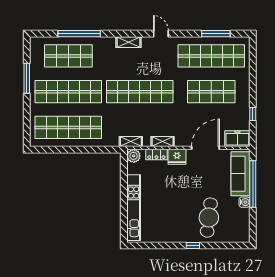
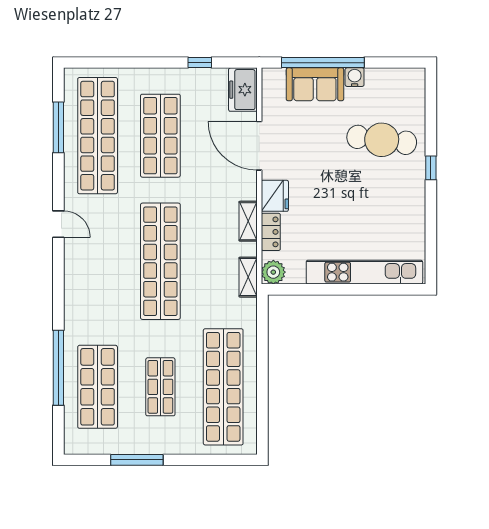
door: (161, 34) -> (58, 224), swing flipped
shelving: (128, 42) -> (73, 281), removed
shop shelf: (68, 92) -> (160, 387), width x0.50, depth x0.74
sofa: (240, 174) -> (315, 84), width x0.73

